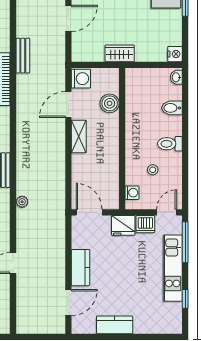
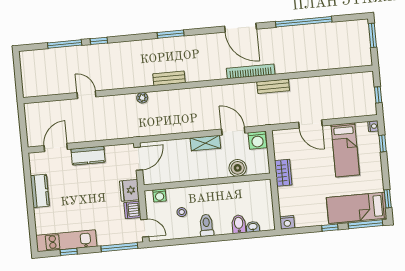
washbasin: (176, 77) -> (253, 227), moved
kitchen unit: (173, 268) -> (66, 241), moved
door: (68, 303) -> (56, 148), swing flipped

